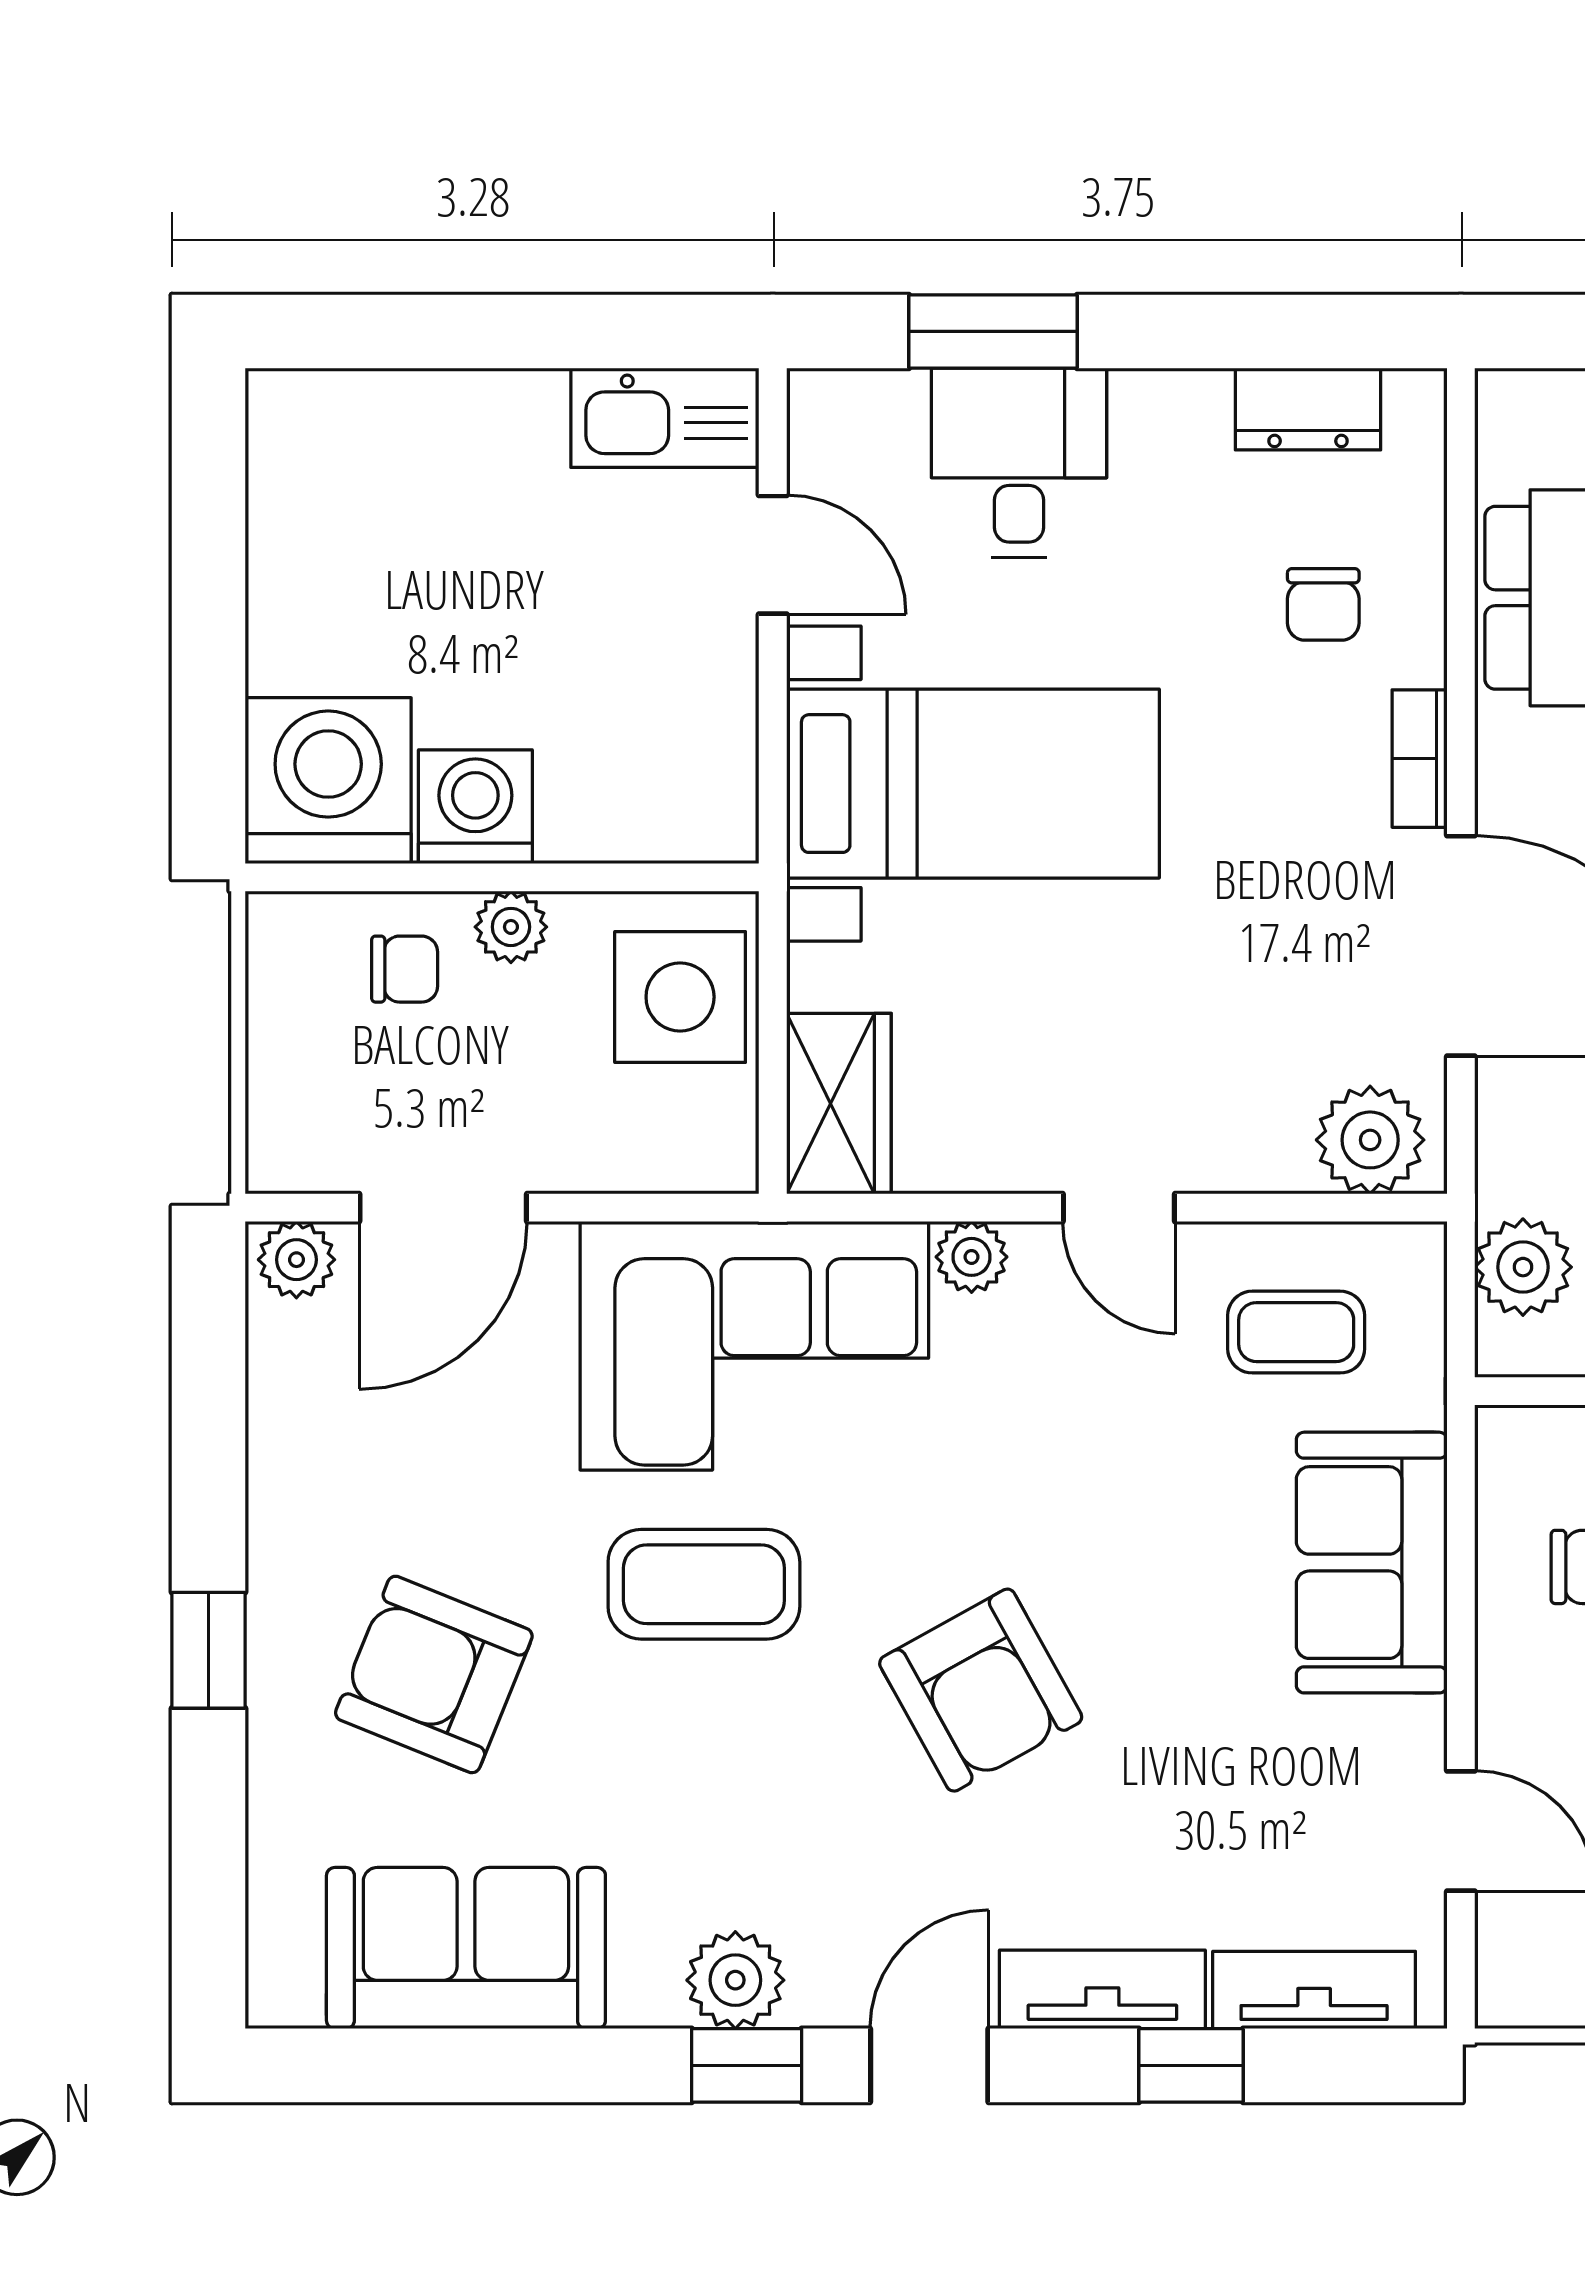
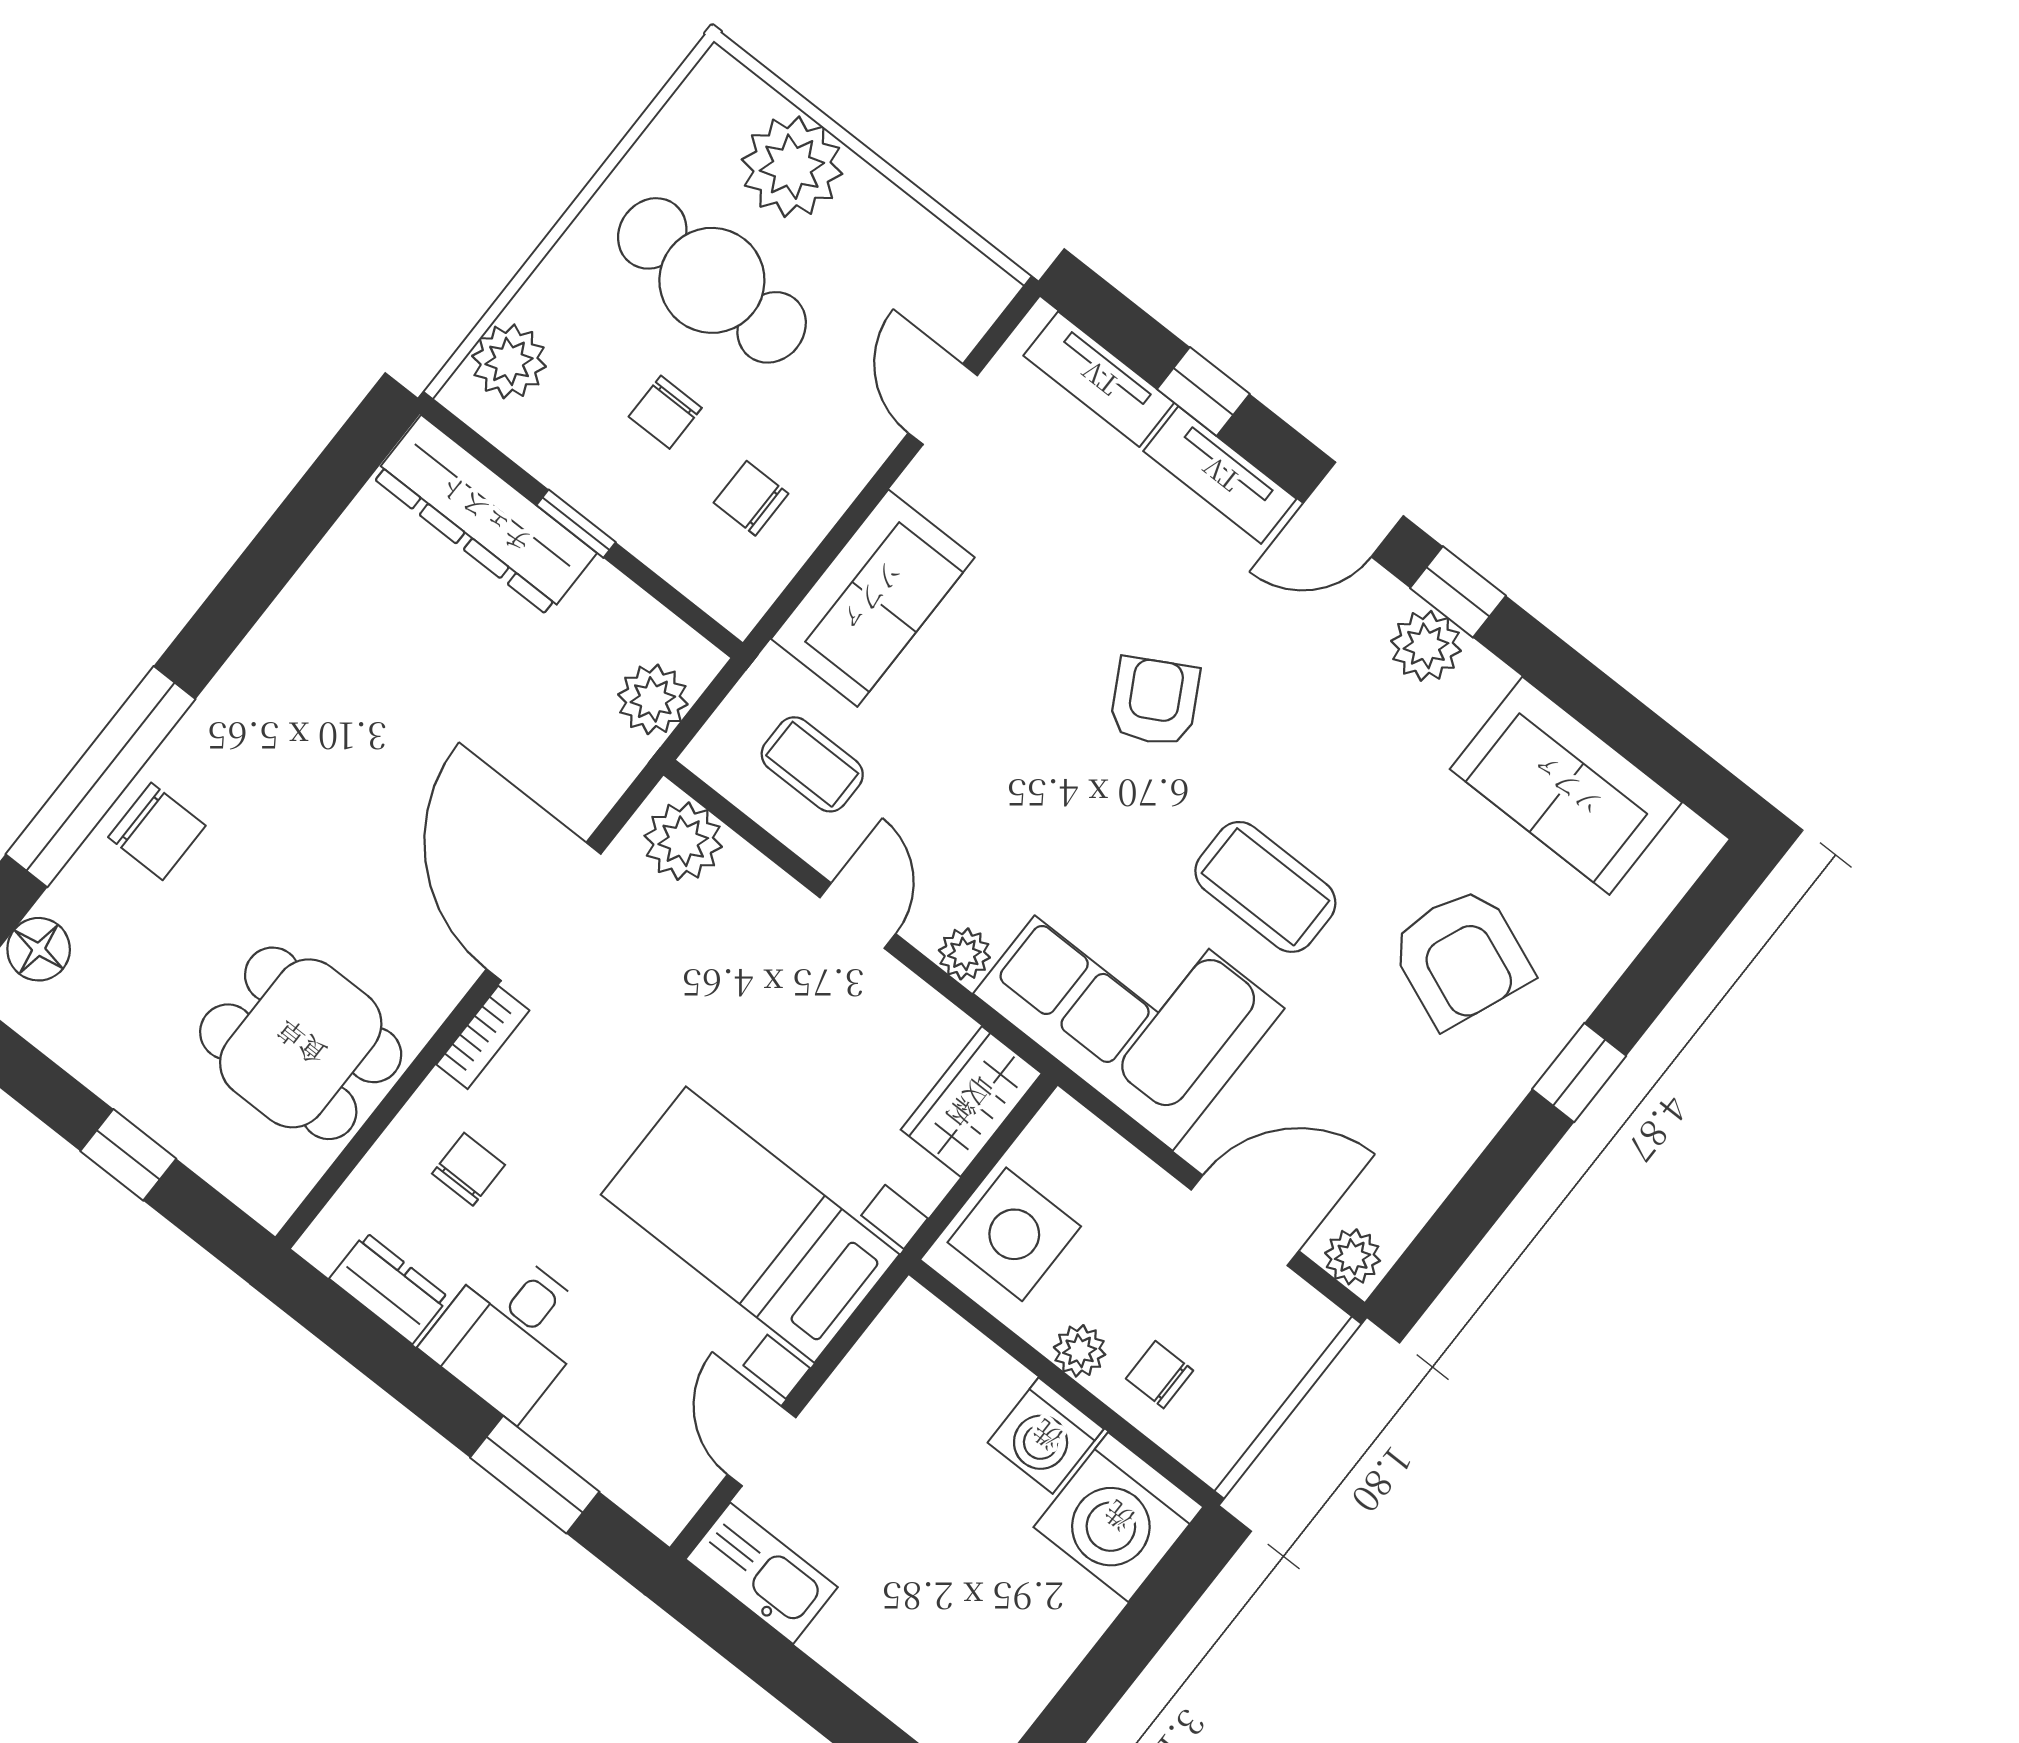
desk: (1019, 463) -> (509, 1333), moved
armchair: (981, 1690) -> (1155, 701), width x0.72, depth x0.72

